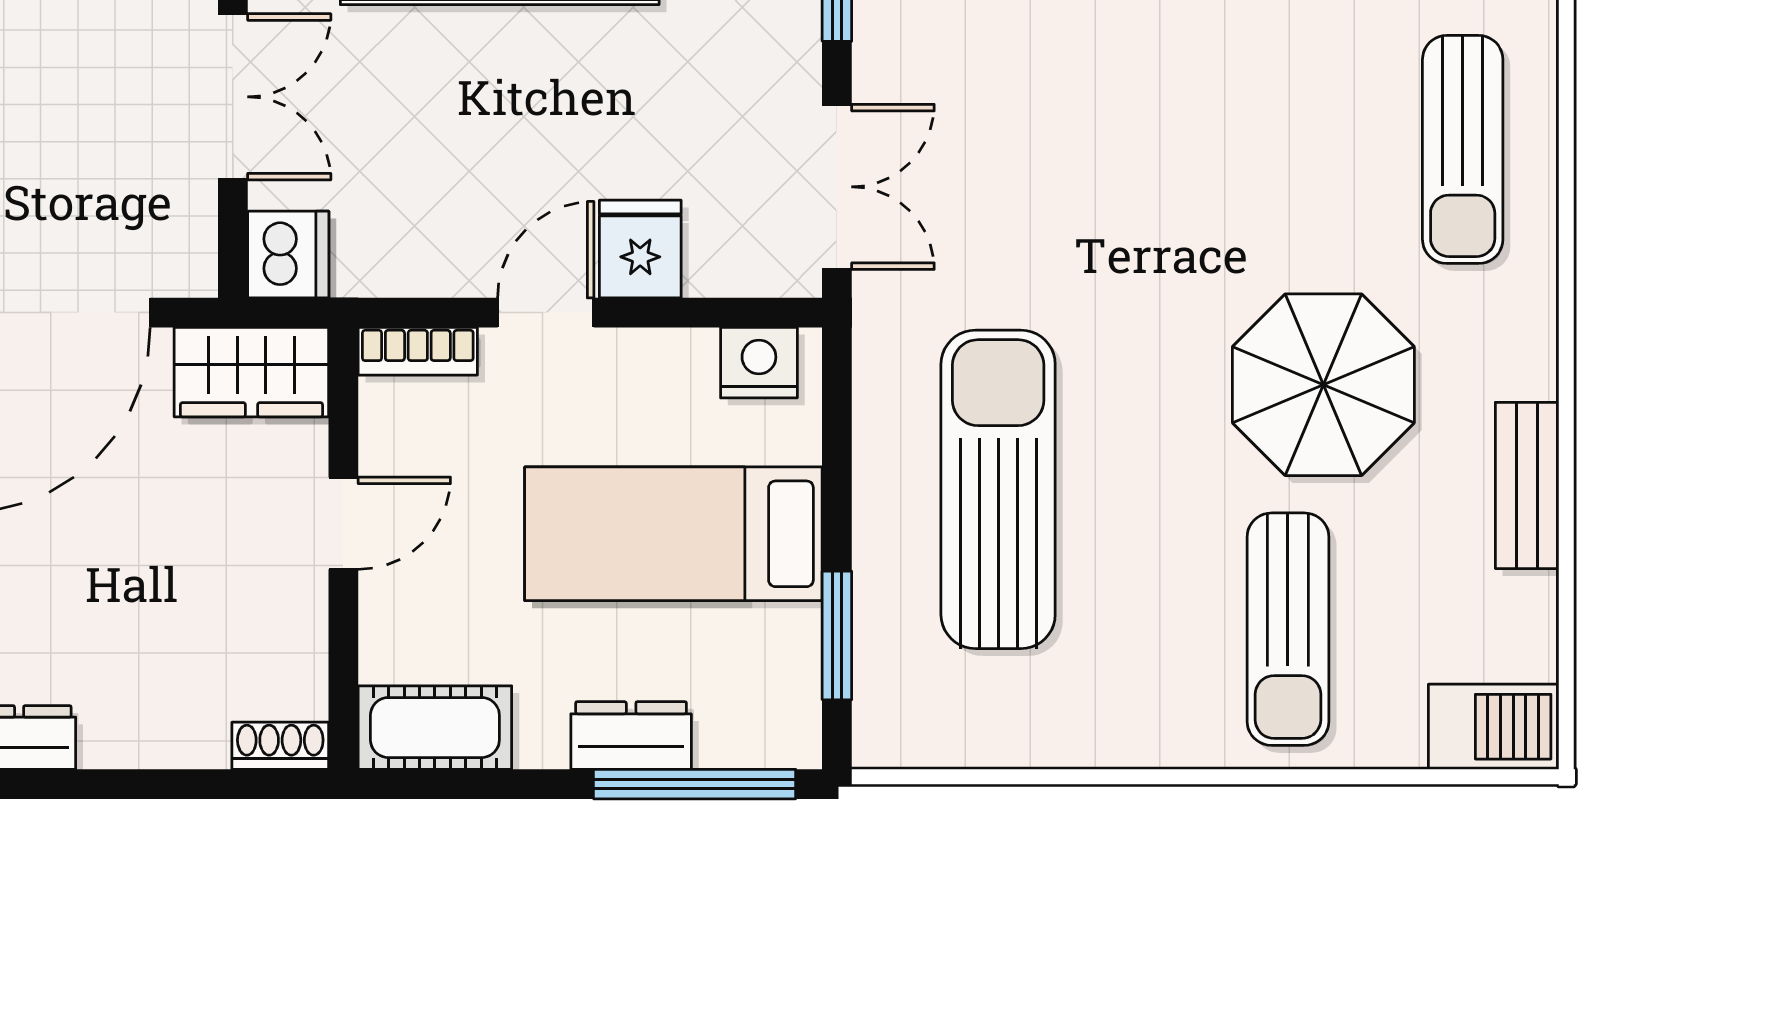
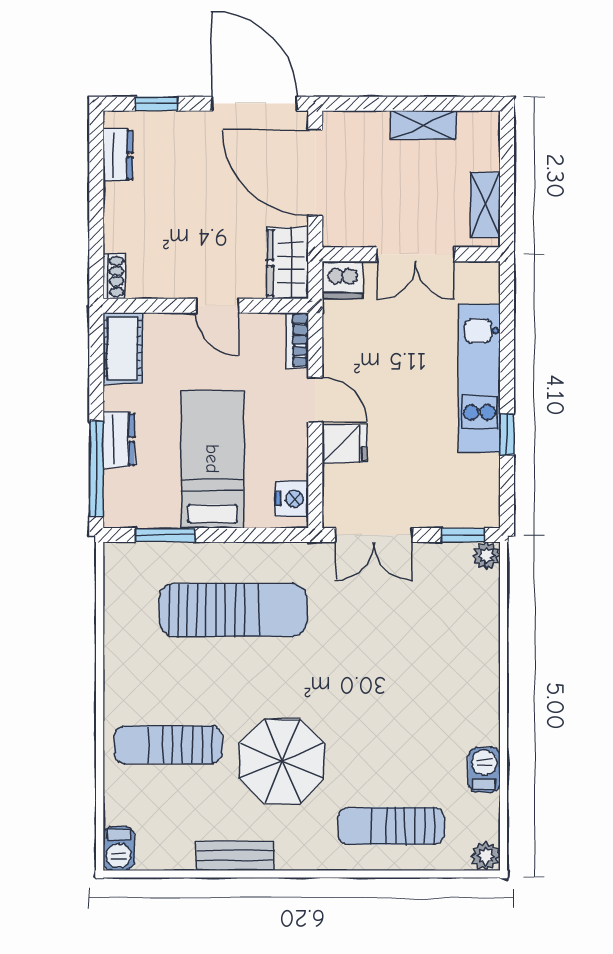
barbecue: (1494, 727) -> (119, 848), width x0.73, depth x0.79

